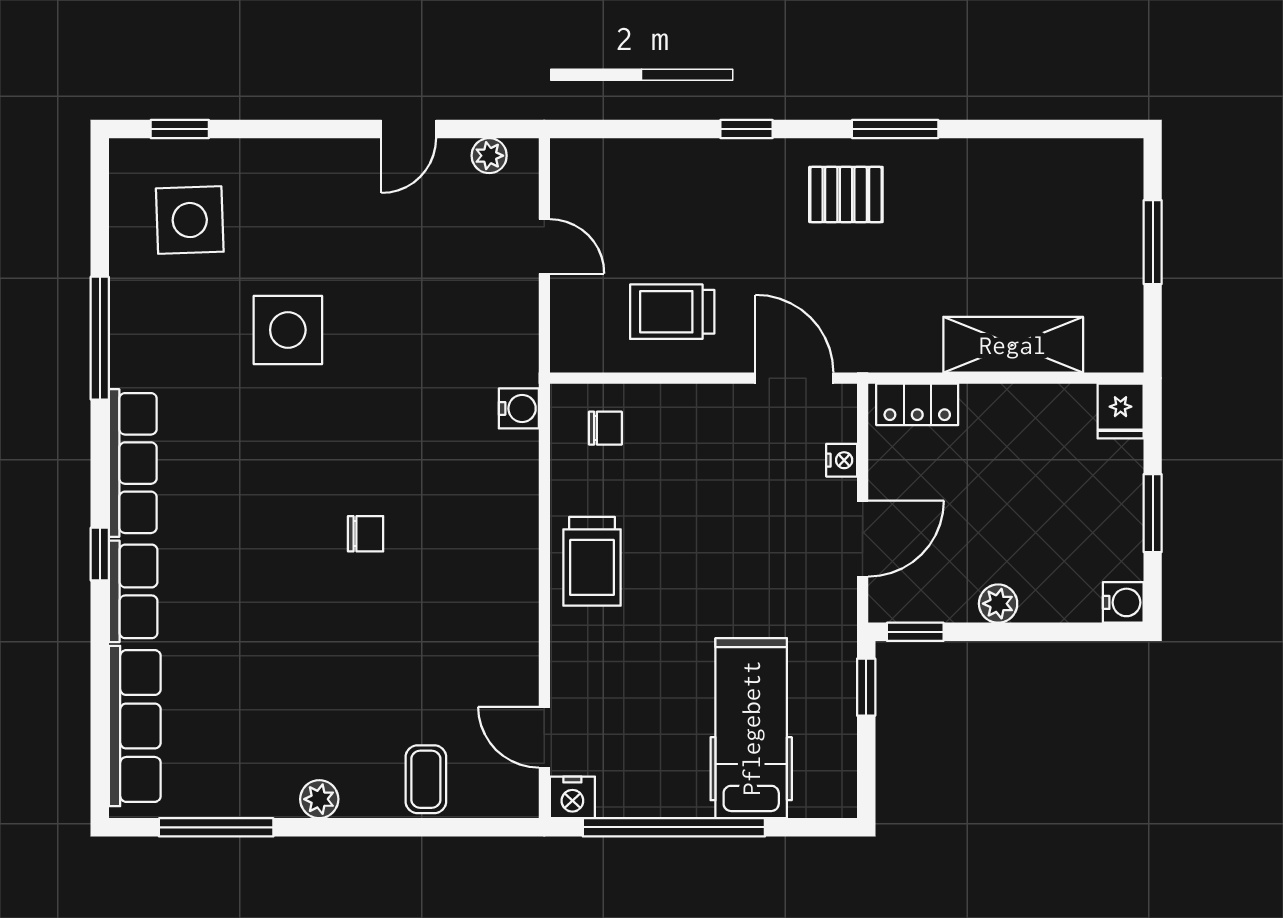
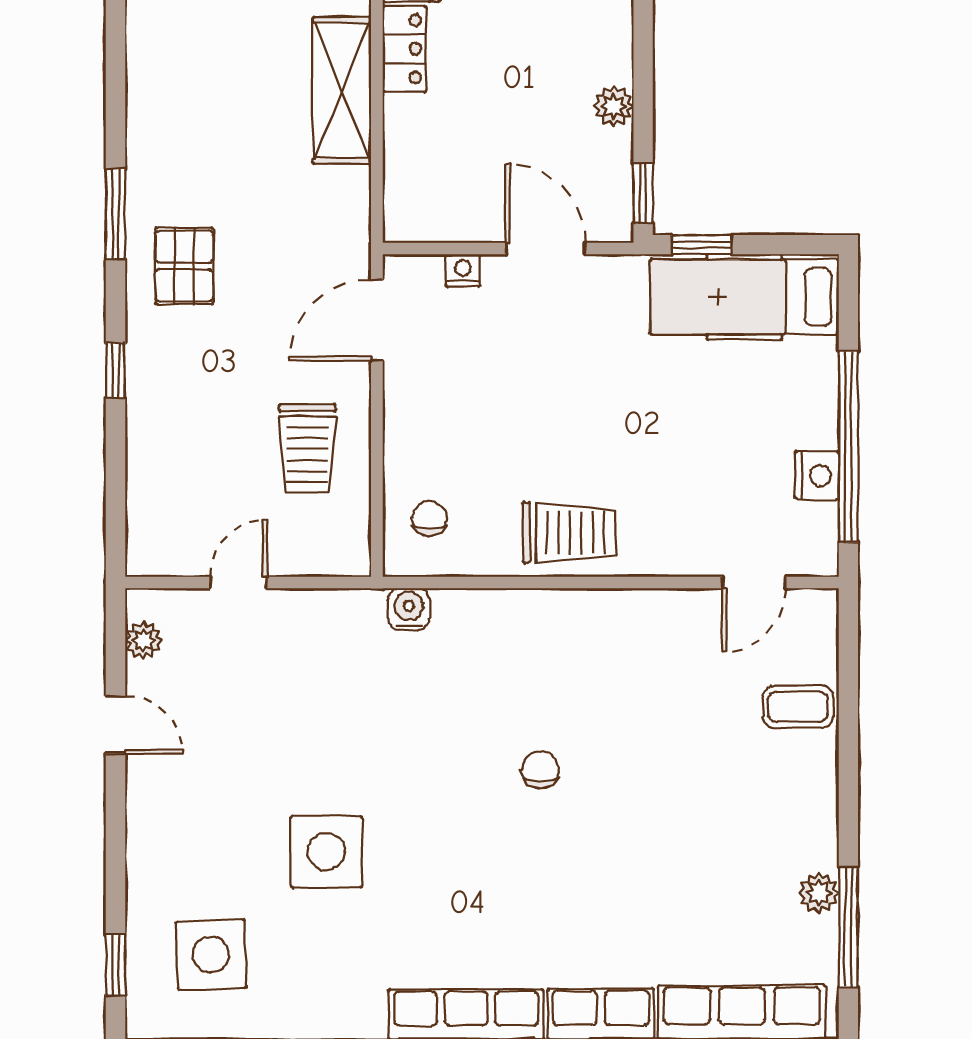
locker: (917, 404) -> (404, 49), moved
hospital bed: (751, 728) -> (744, 297), moved
nightstand: (572, 797) -> (817, 475), moved
plant: (319, 799) -> (819, 893), moved

